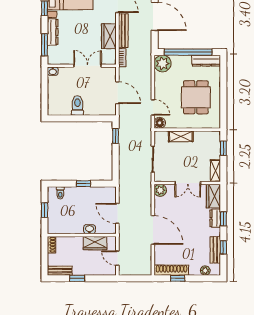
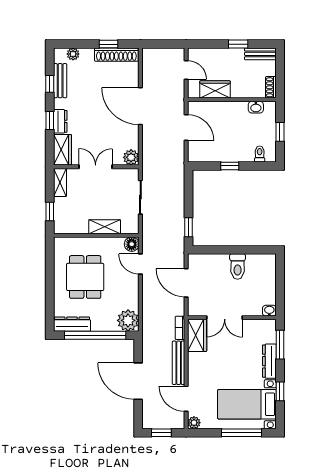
wardrobe: (109, 36) -> (197, 335), moved
washbasin: (90, 229) -> (256, 107), moved

